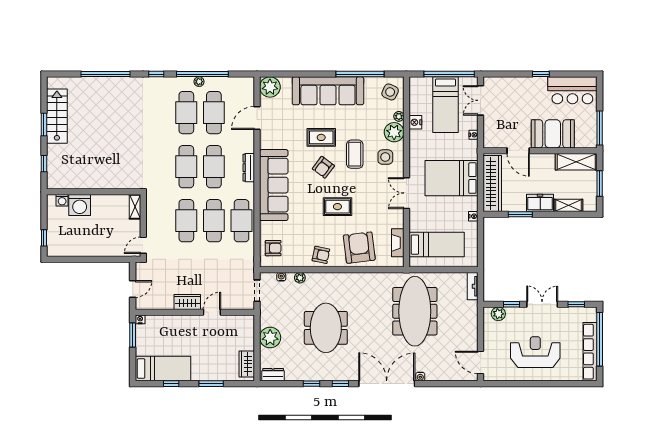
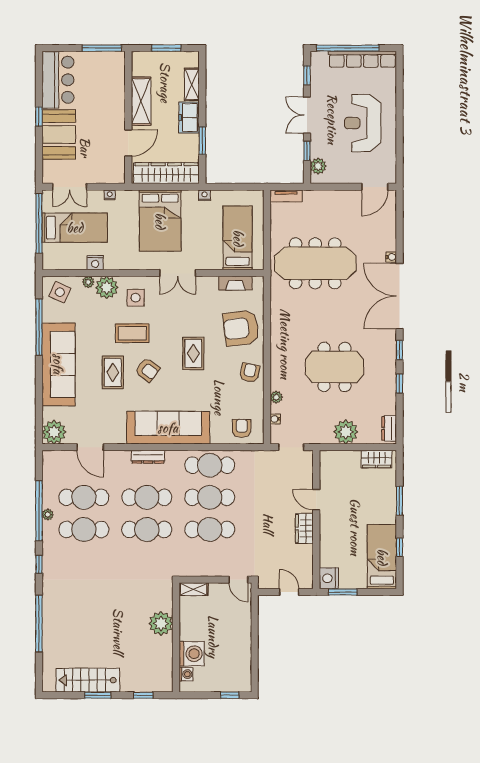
booth: (553, 134) -> (59, 134), moved
shelving: (576, 162) -> (141, 101), moved
plant: (106, 179) -> (161, 623), added
nightstand: (140, 319) -> (329, 578), width x1.89, depth x1.79

